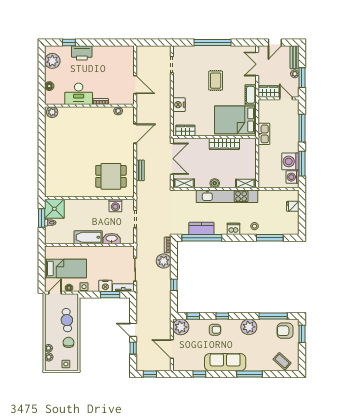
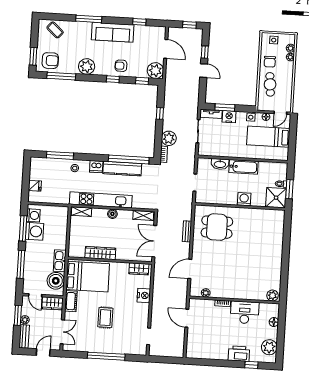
boiler: (267, 114) -> (56, 281), added
washing machine: (115, 205) -> (244, 199), moved
kitchen counter: (201, 228) -> (122, 169), width x1.50

